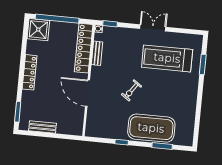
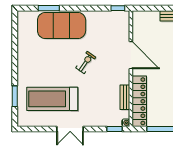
treadmill: (167, 58) -> (52, 99), turned 180
window: (122, 142) -> (118, 8), moved

